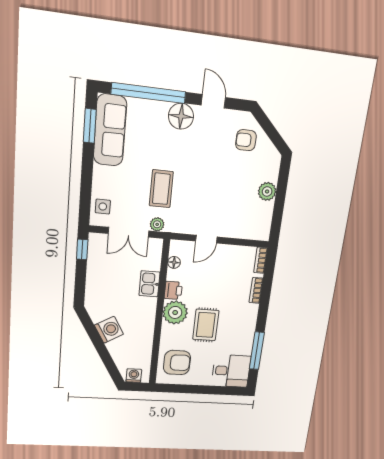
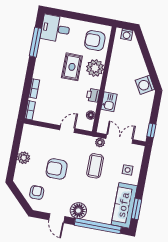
armchair: (246, 140) -> (37, 193), turned -90
armchair: (218, 179) -> (57, 169), added
side table: (103, 207) -> (128, 170), moved
plant: (175, 312) -> (95, 68), moved
washing machine: (109, 330) -> (145, 85), moved

